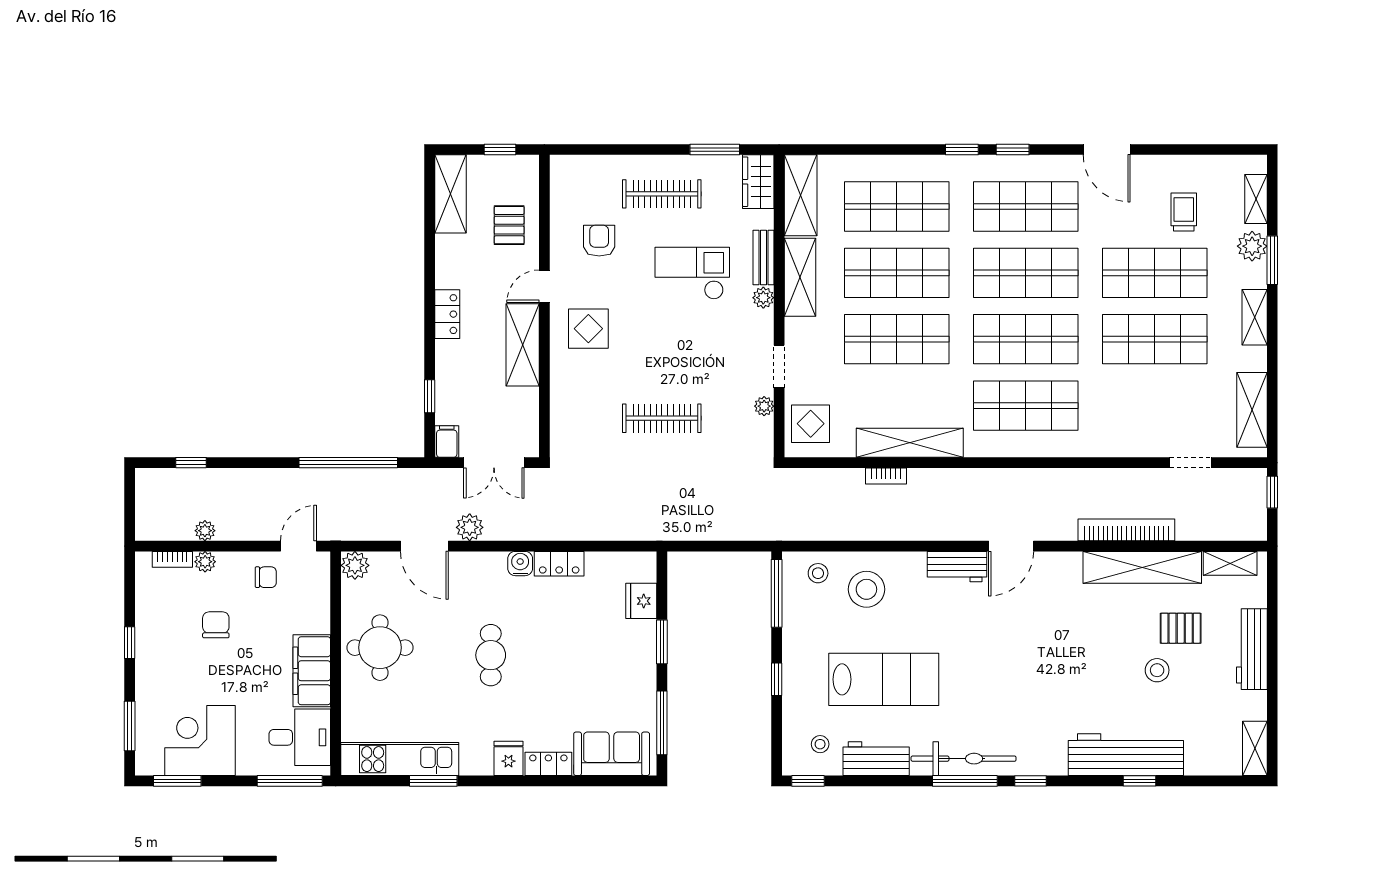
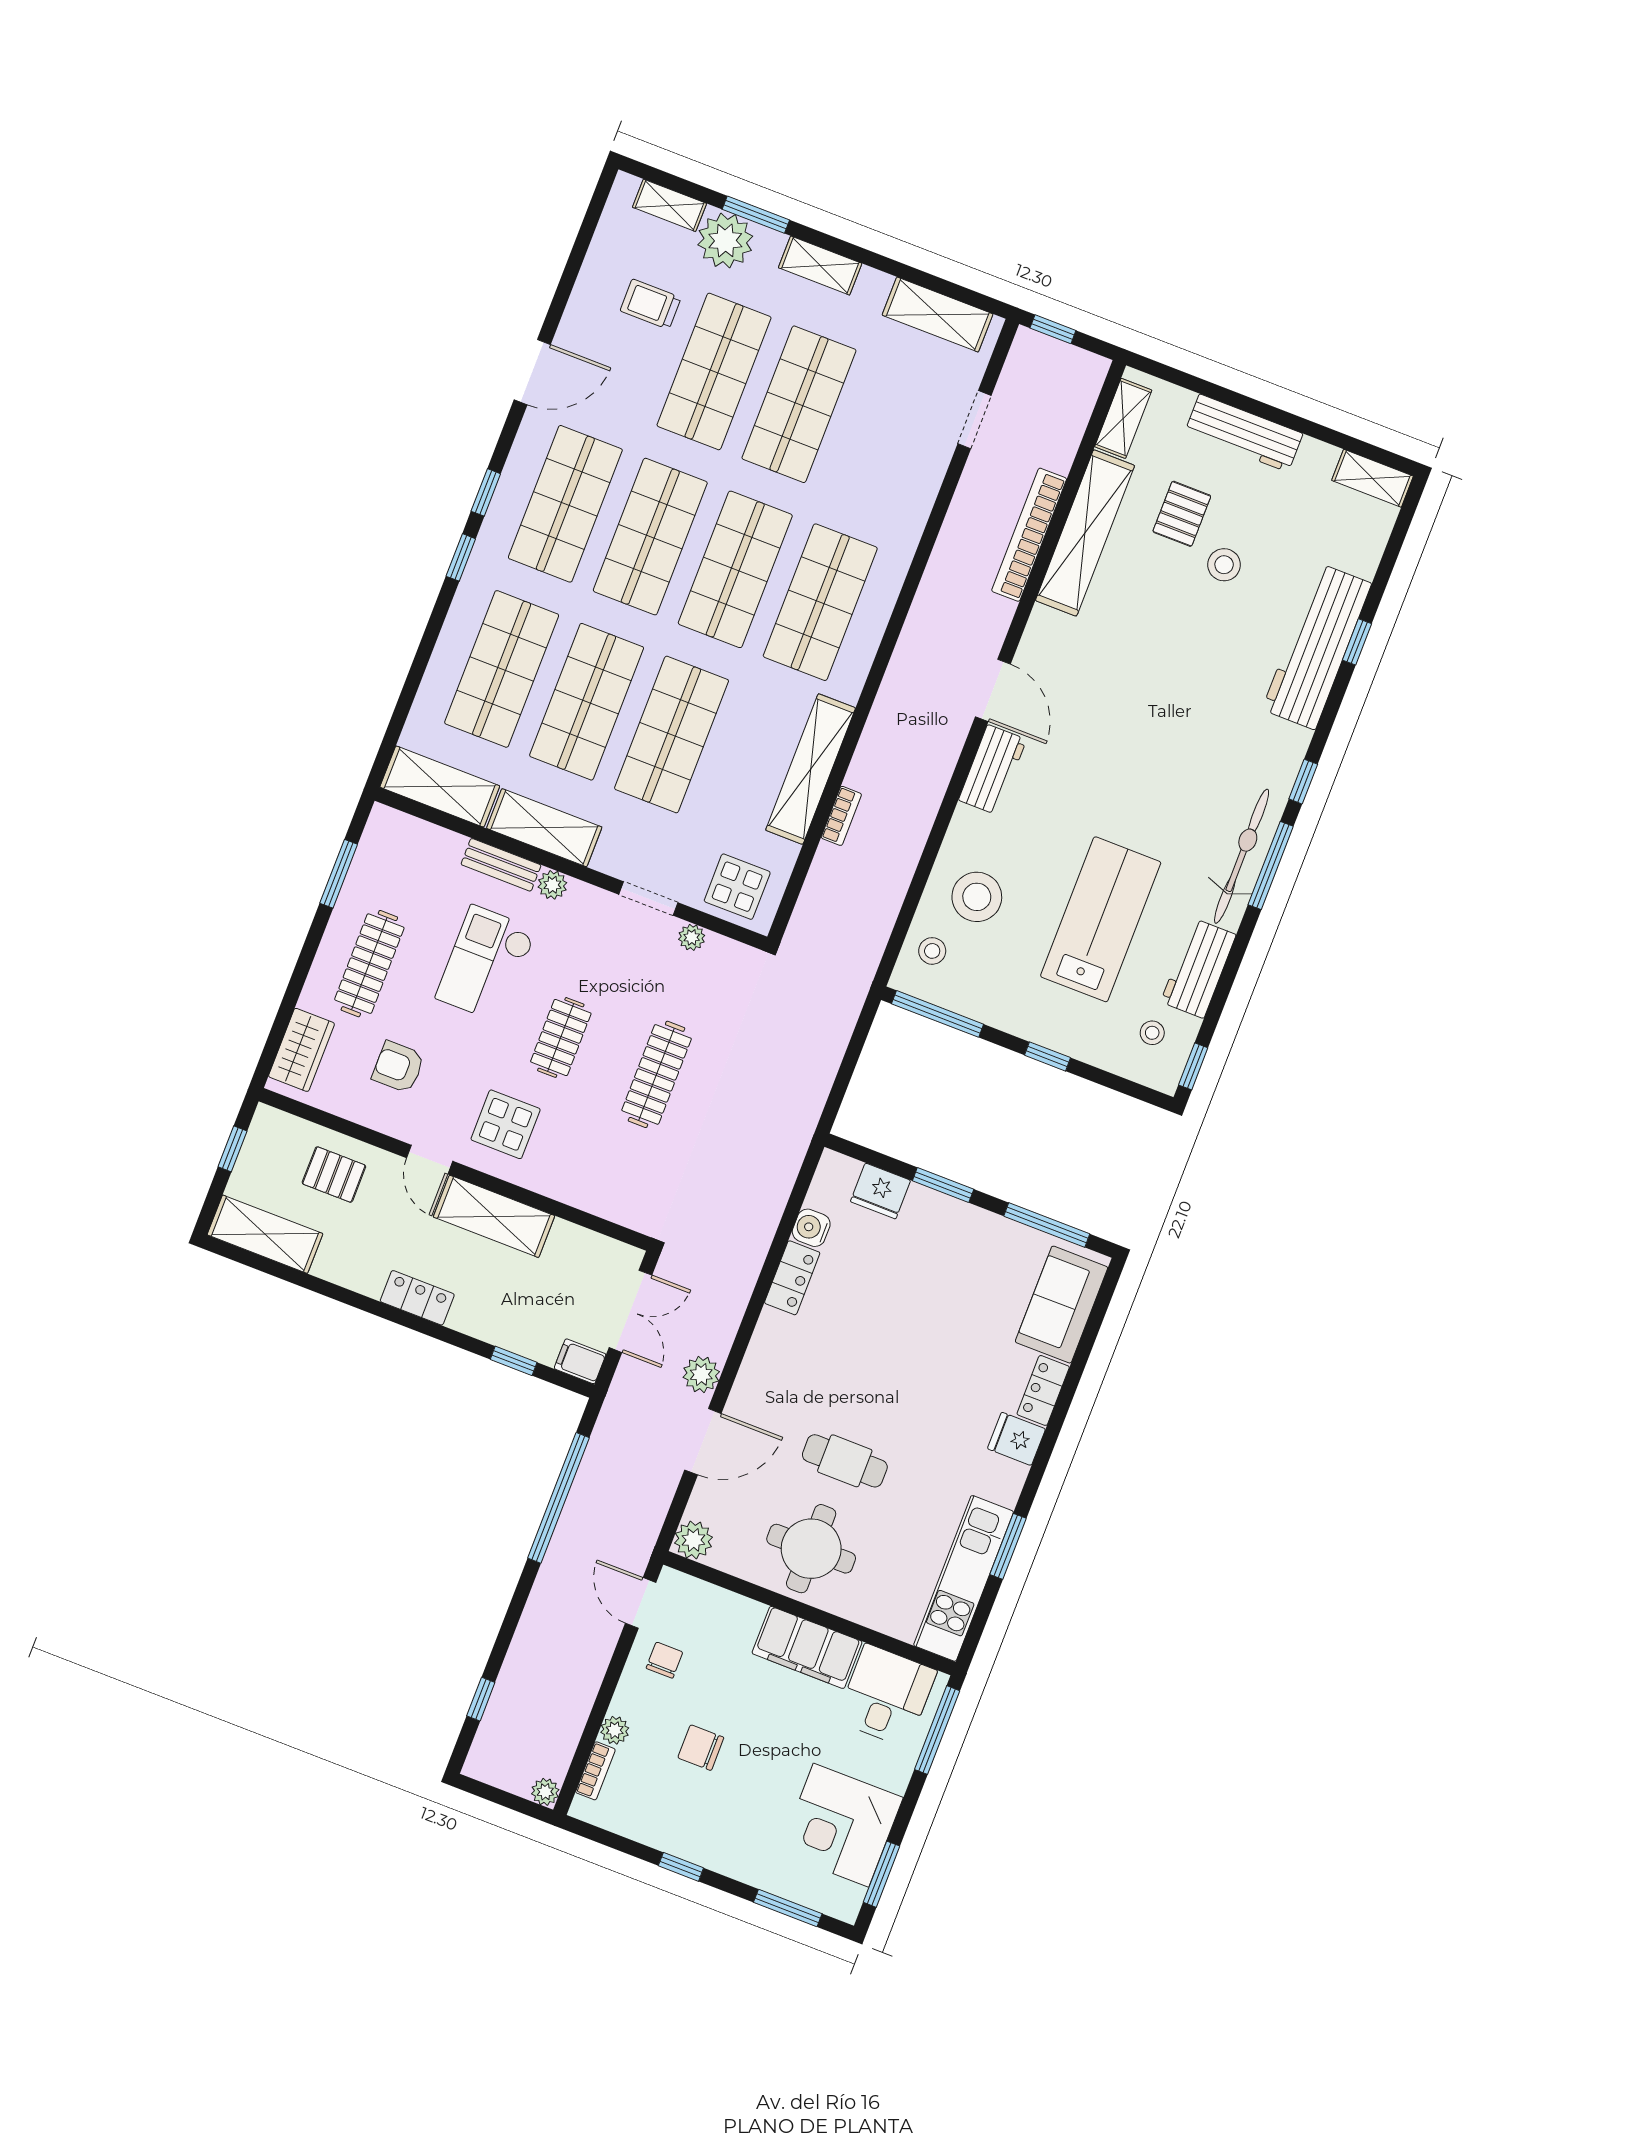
wardrobe: (758, 182) -> (301, 1050), moved, turned -90
plant: (1252, 246) -> (725, 241), width x1.36, depth x1.36
clothes rail: (662, 343) -> (561, 1037), added
plant: (205, 531) -> (545, 1792), moved
water cooler: (520, 564) -> (811, 1228), moved
cafe table: (491, 655) -> (845, 1461), moved

